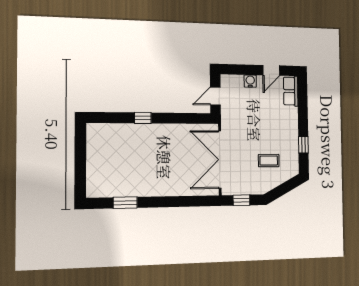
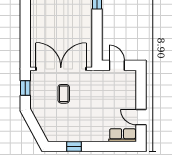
water cooler: (250, 81) -> (131, 97), removed
coffee table: (269, 161) -> (64, 94), moved

